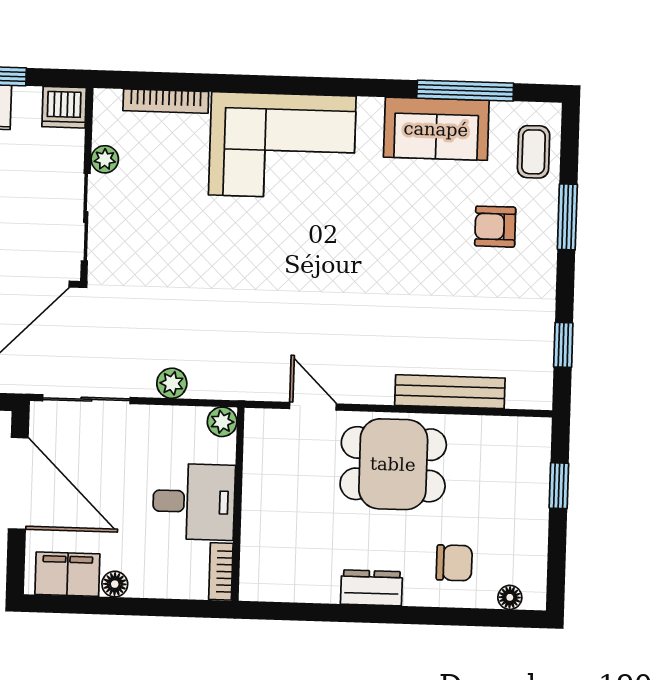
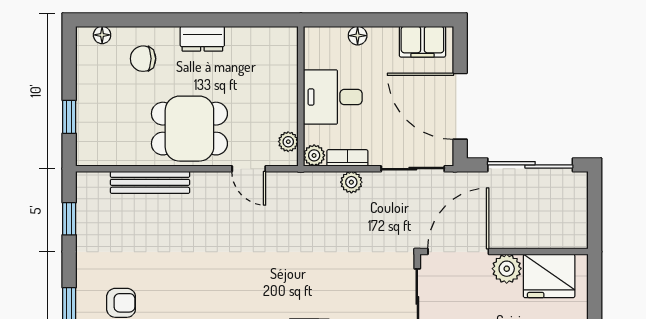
plant: (257, 442) -> (288, 142), added
bookcase: (221, 571) -> (347, 158), moved, turned -90
floor lamp: (115, 584) -> (358, 36), moved

